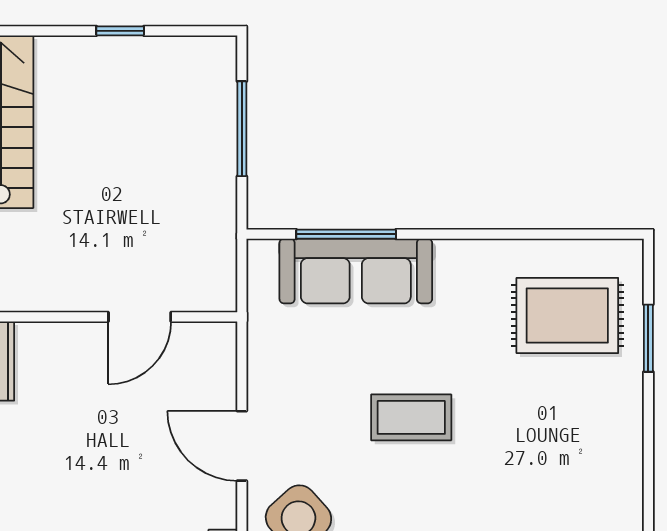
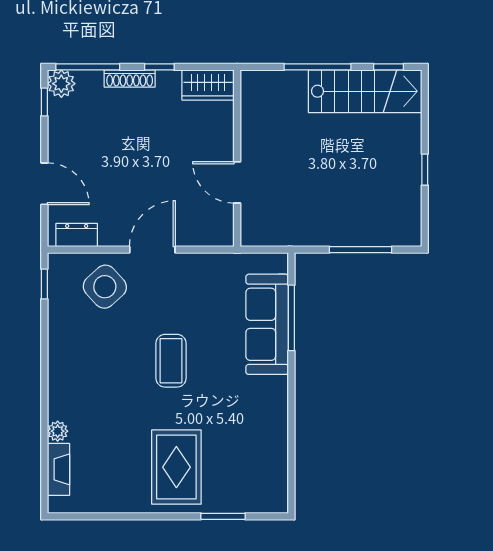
rug: (567, 316) -> (176, 467), moved

